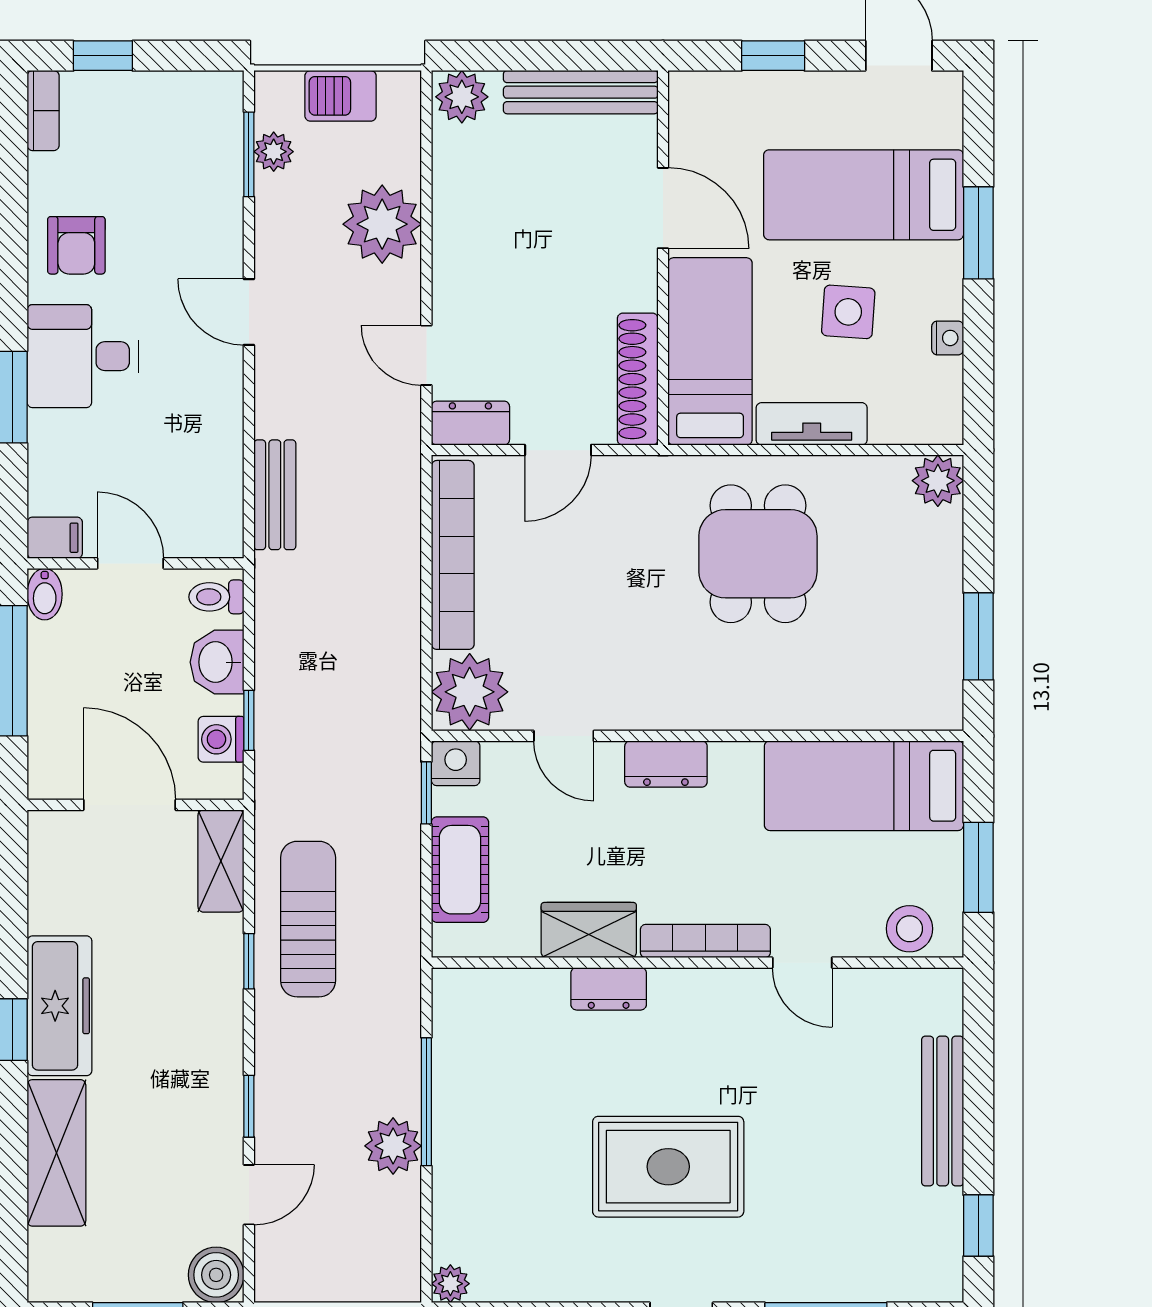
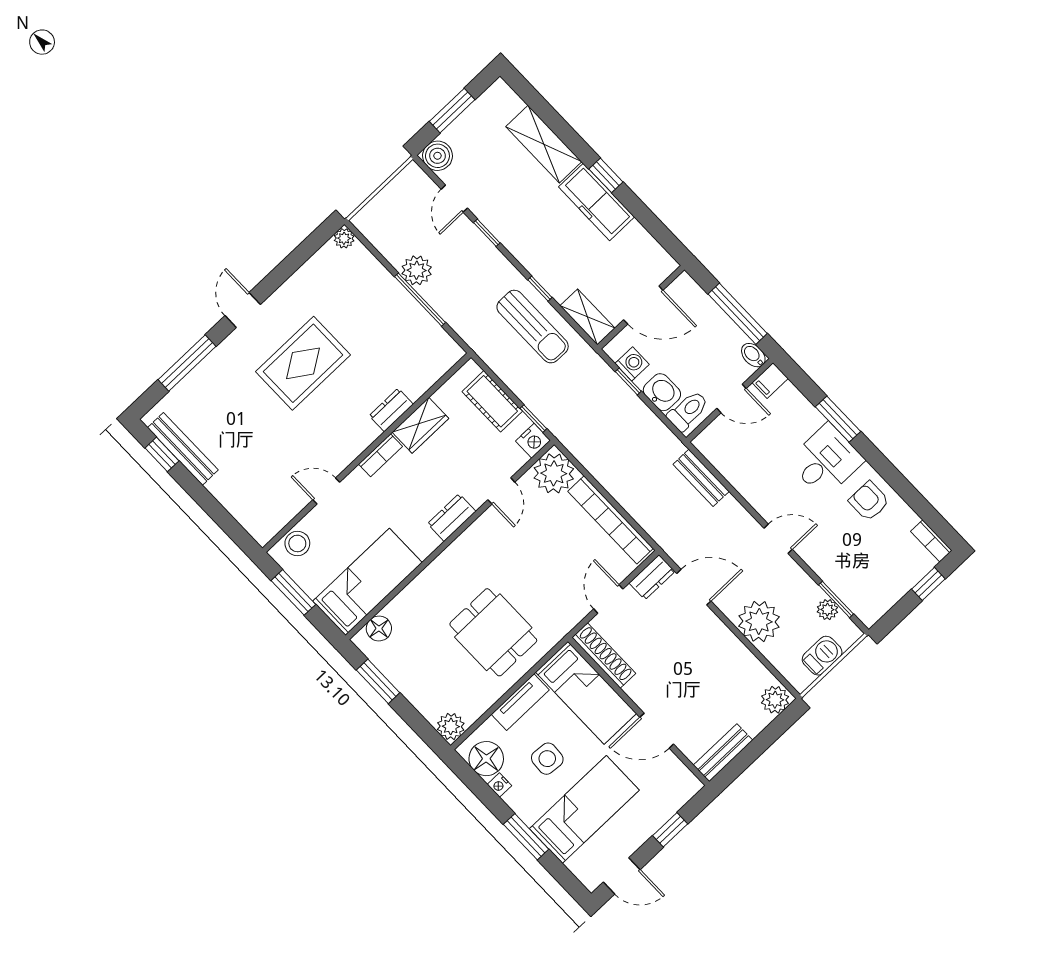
bench: (581, 92) -> (723, 753), width x0.73
door: (426, 355) -> (694, 587), width x1.38
floor lamp: (931, 391) -> (486, 759), added
toilet: (216, 597) -> (688, 411), width x1.37, depth x1.39
floor lamp: (909, 707) -> (379, 628), added
door: (564, 736) -> (501, 491), swing flipped
bookcase: (705, 941) -> (381, 455), width x0.64
bench: (943, 1111) -> (183, 449), moved

